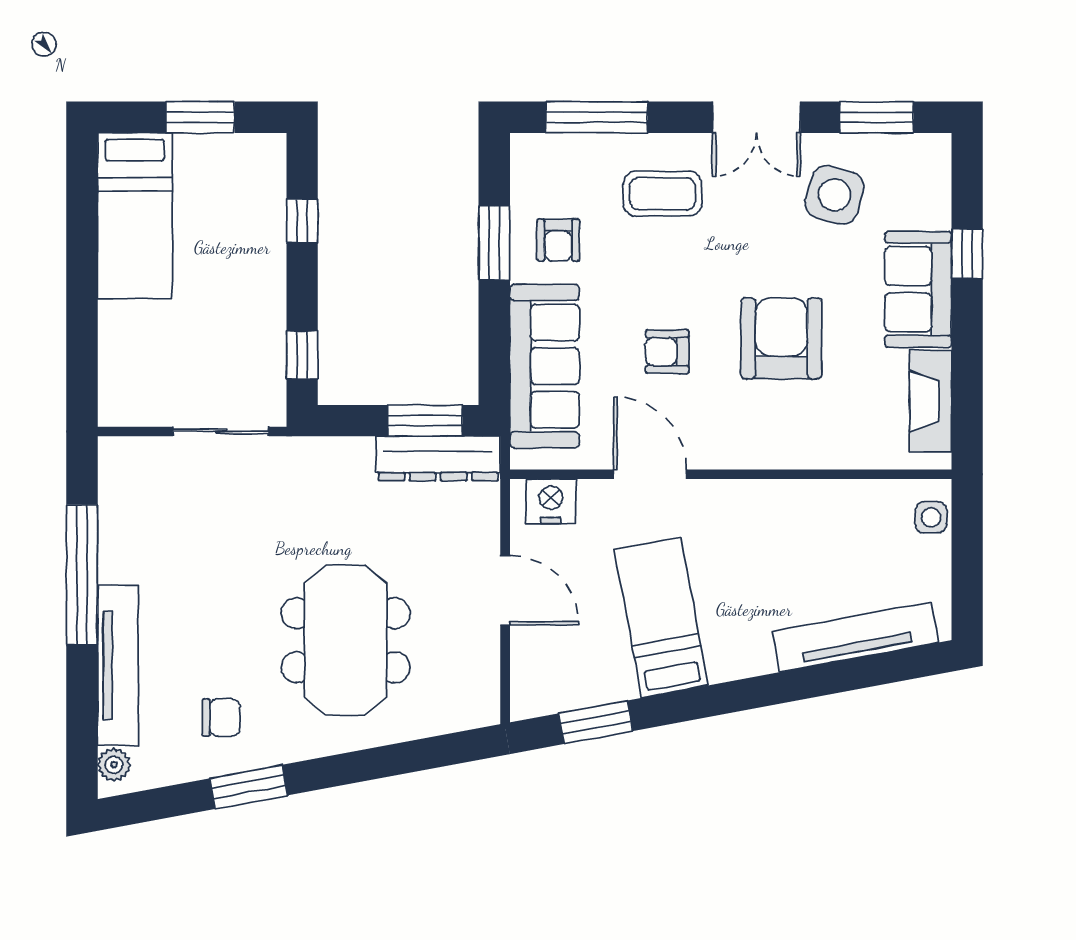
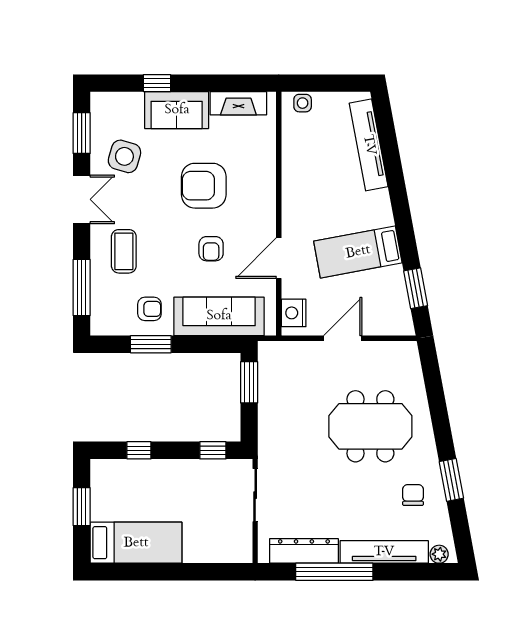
dresser: (438, 458) -> (304, 551), moved, turned -90

